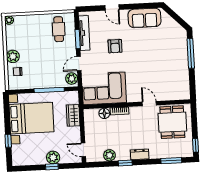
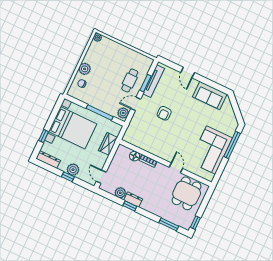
cafe table: (59, 29) -> (130, 81), moved
armchair: (115, 46) -> (164, 113), moved
corner sofa: (104, 88) -> (211, 150), moved, turned -90
dresser: (140, 154) -> (133, 200), moved
dresser: (24, 161) -> (48, 160), added

